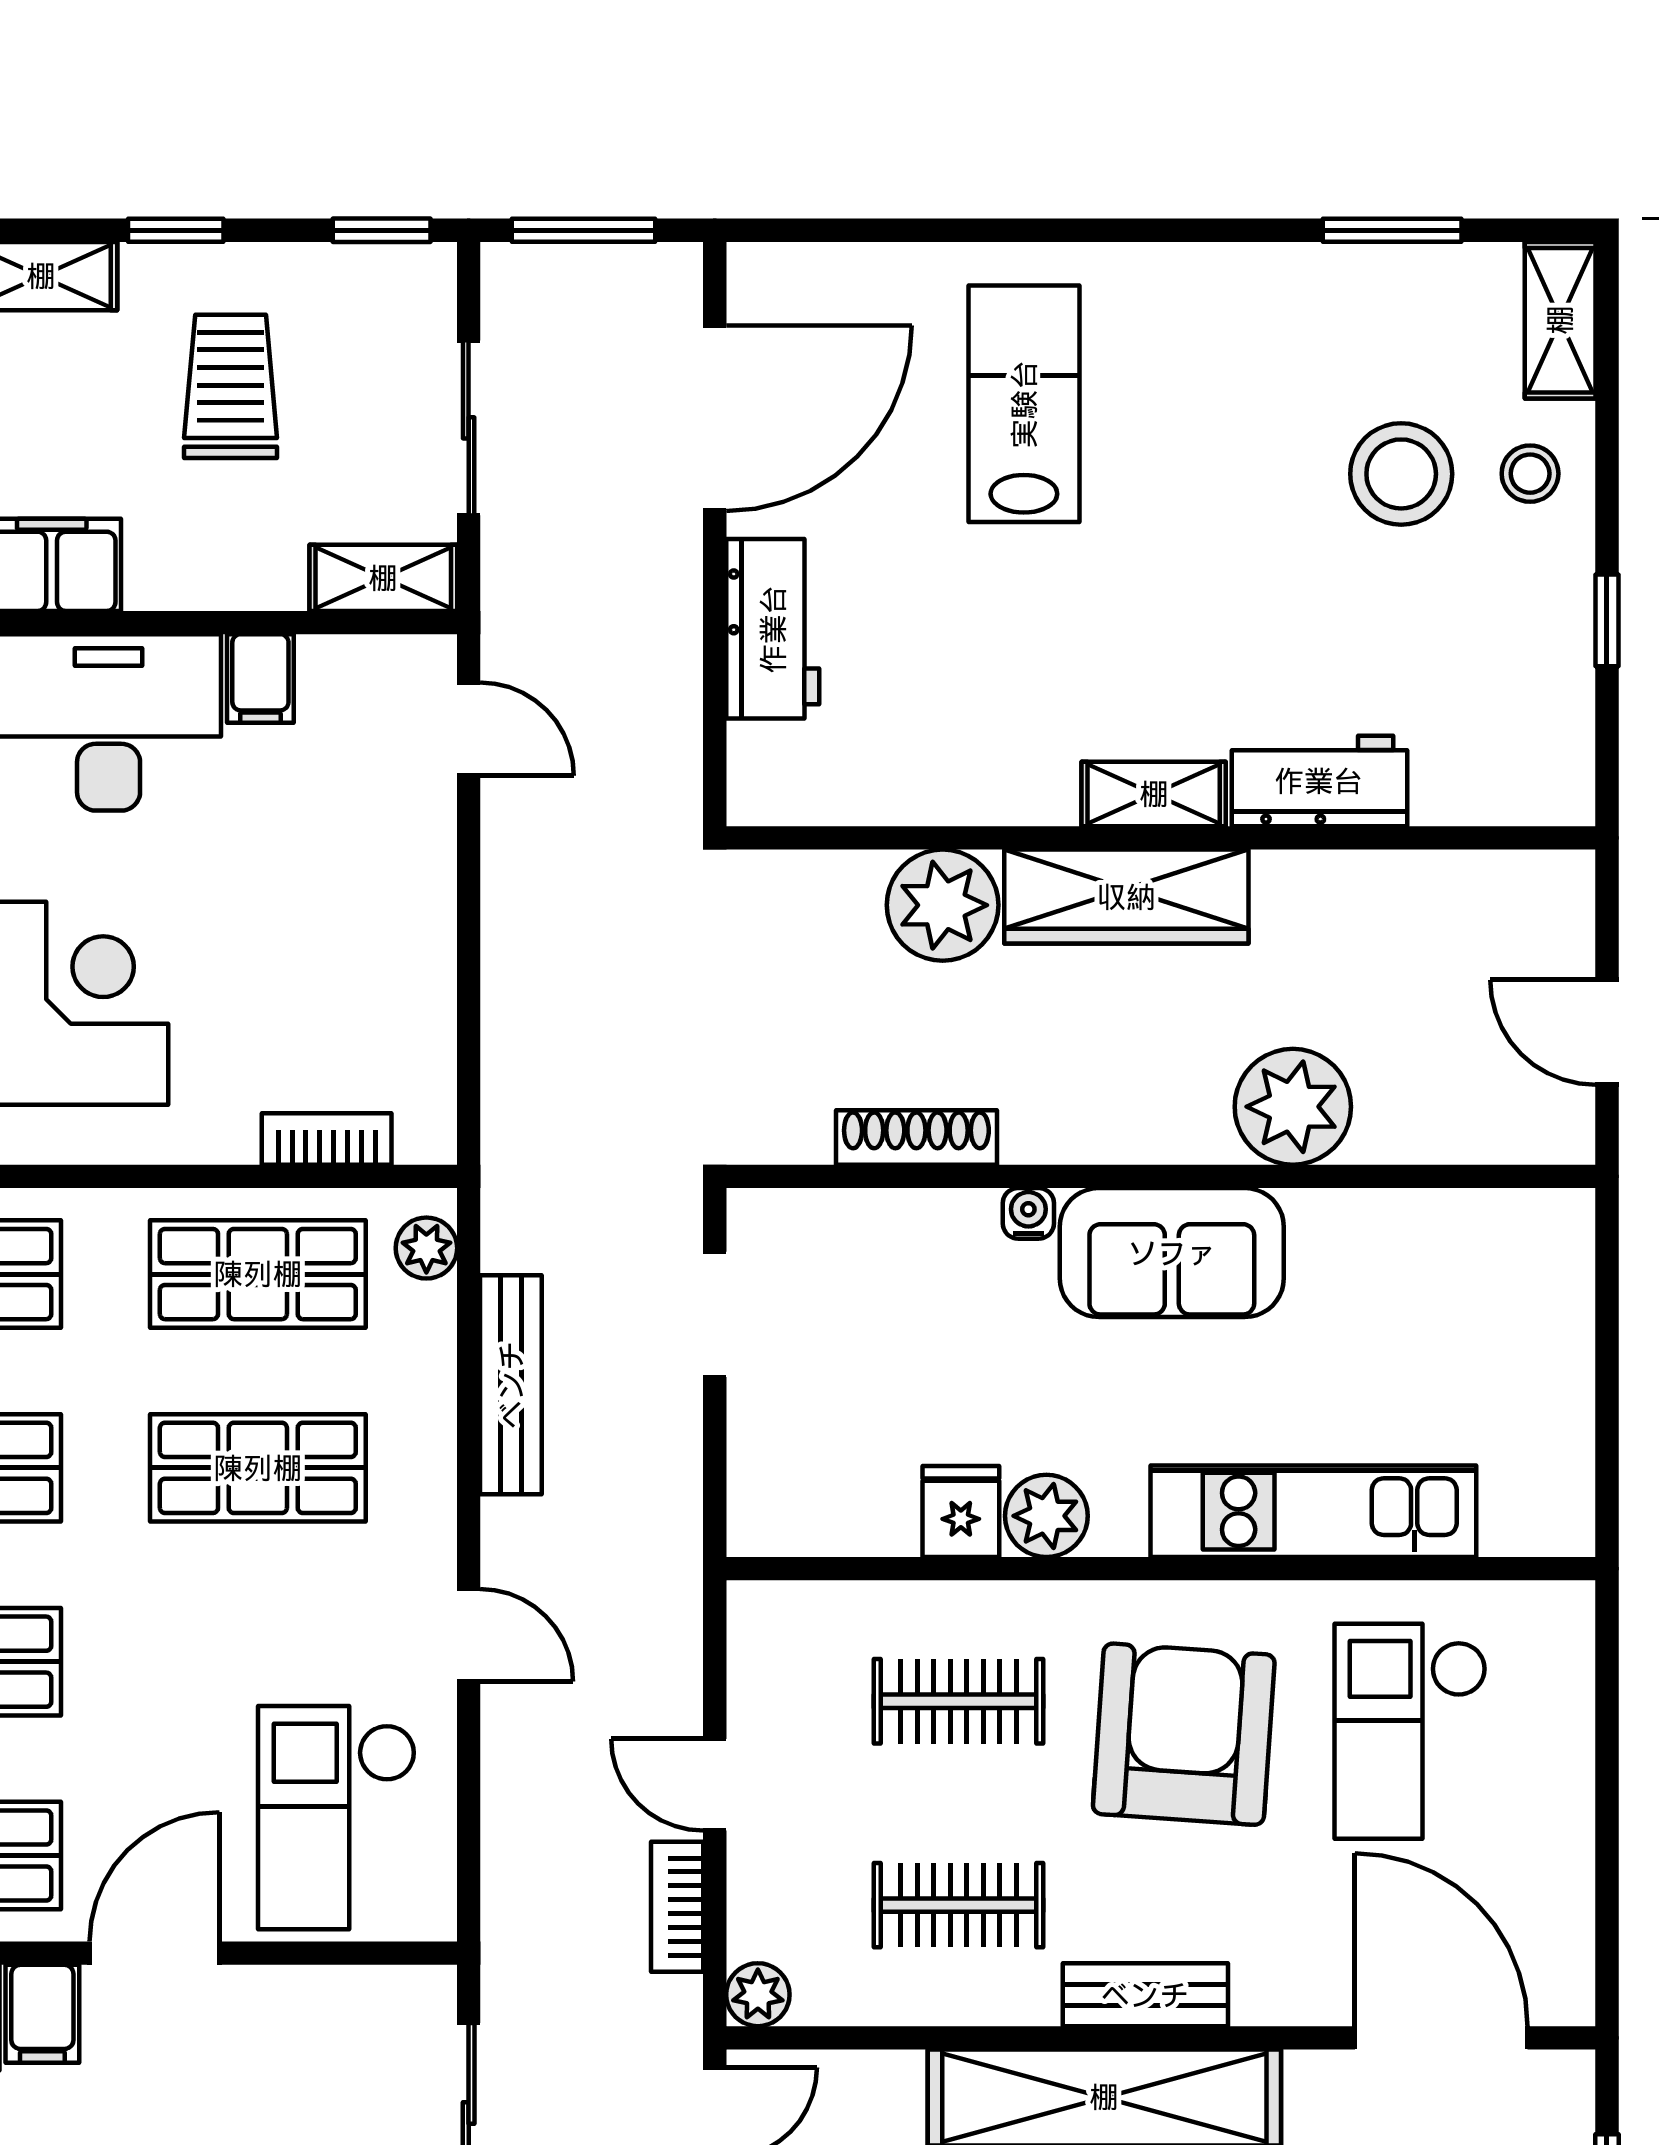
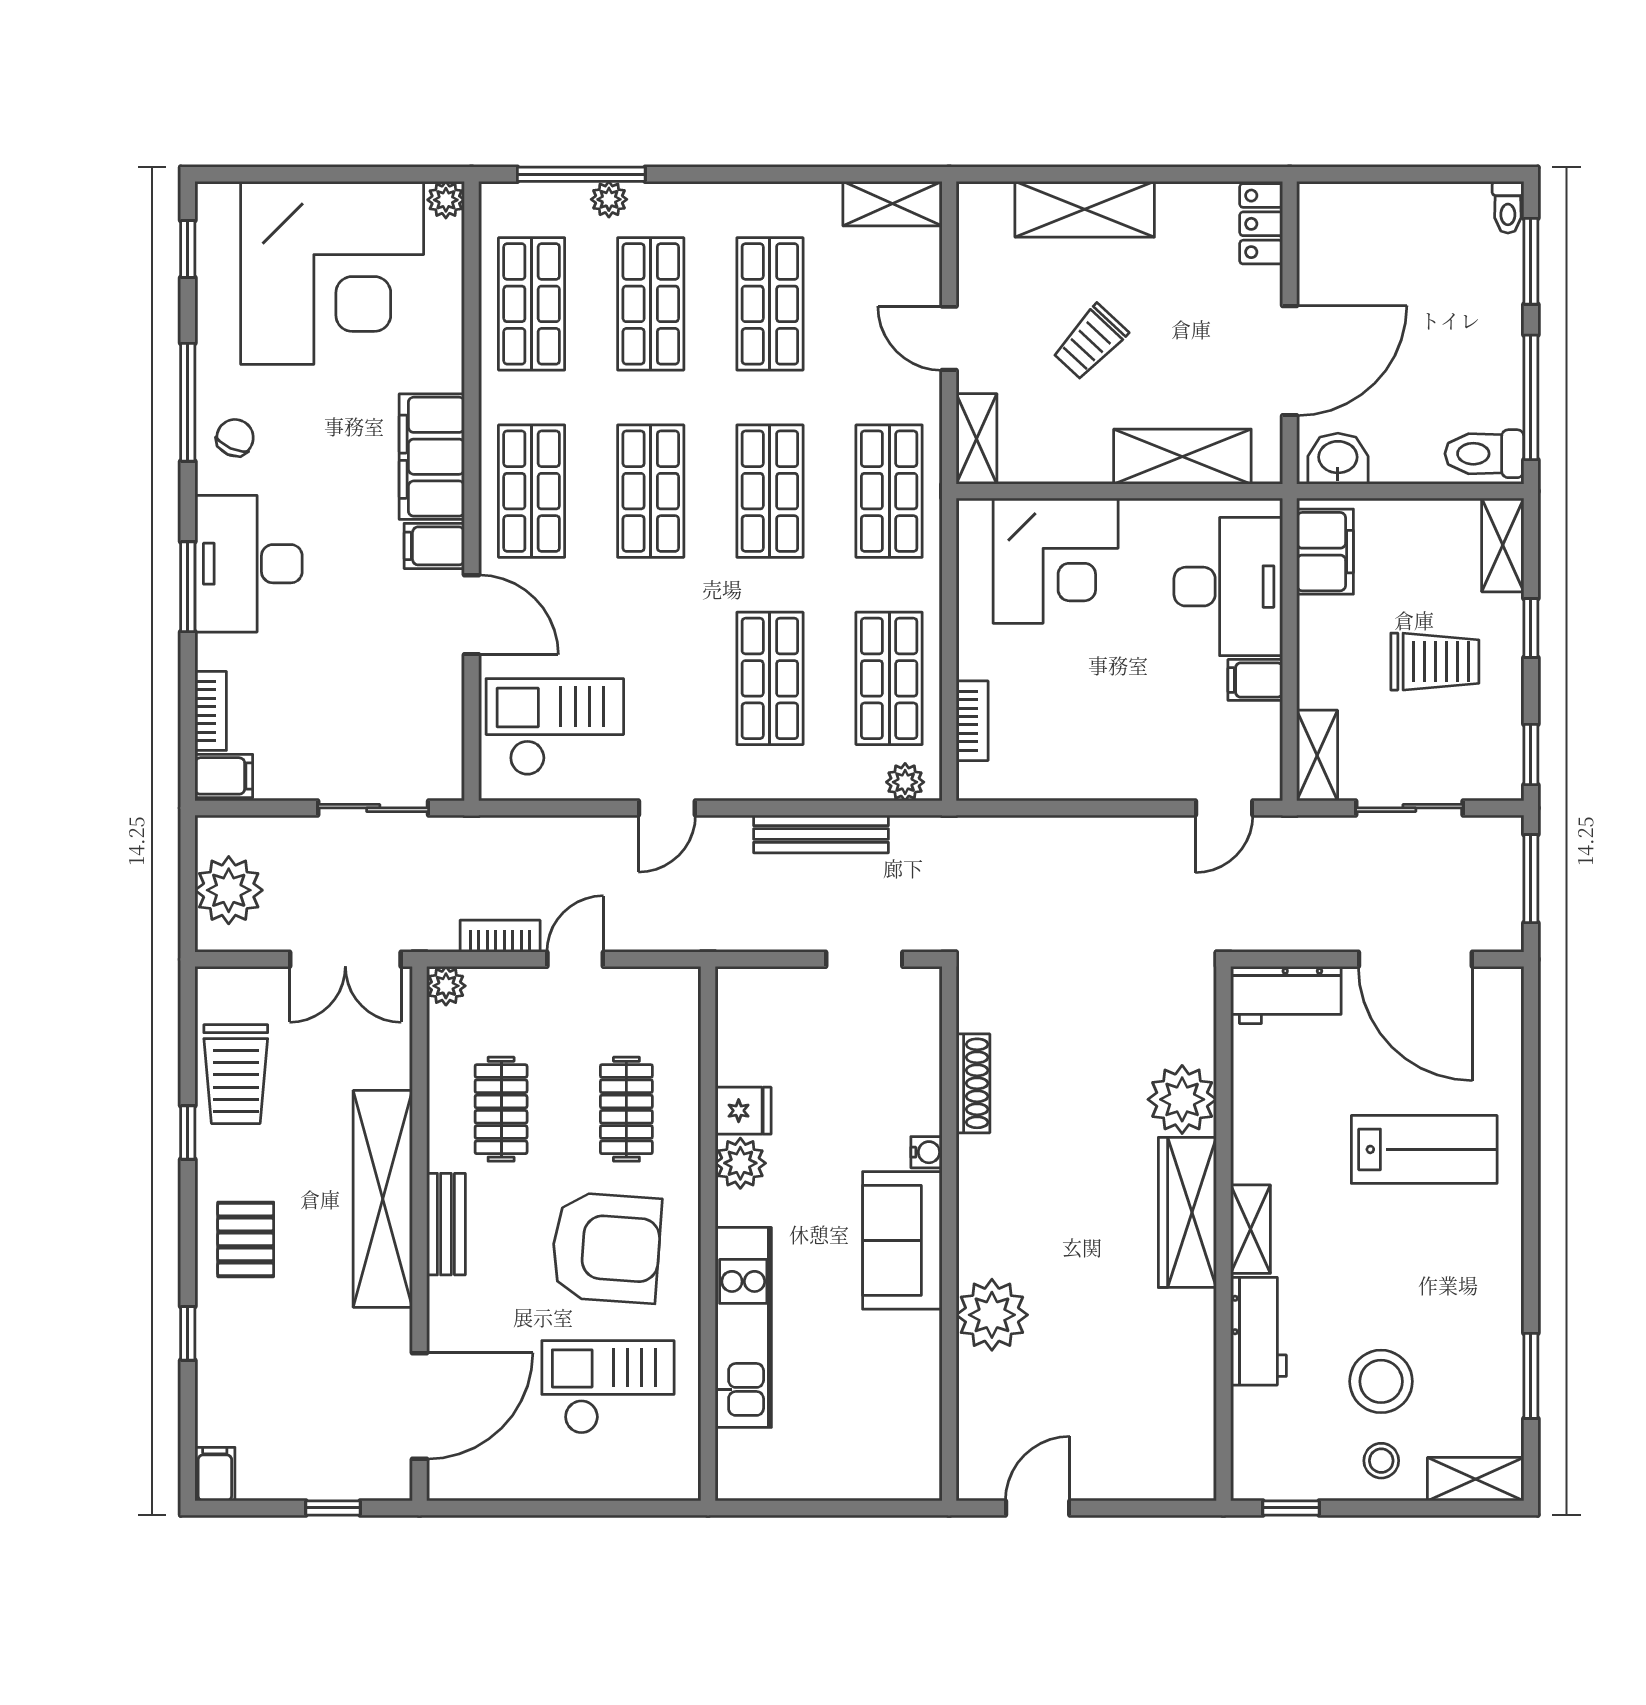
workbench: (1319, 781) -> (1258, 1331), moved
shelving: (1154, 794) -> (1250, 1229), moved
wall: (1161, 838) -> (1223, 1234), moved
wardrobe: (1126, 897) -> (1187, 1212), moved
plant: (943, 905) -> (1182, 1099), moved

